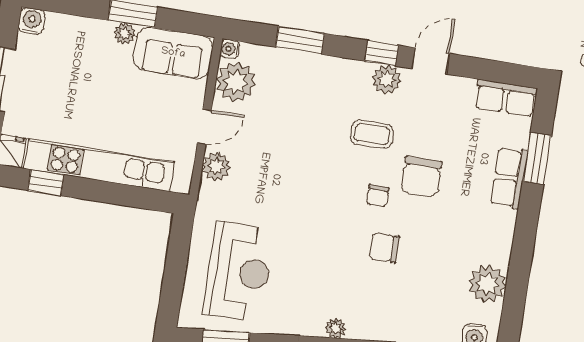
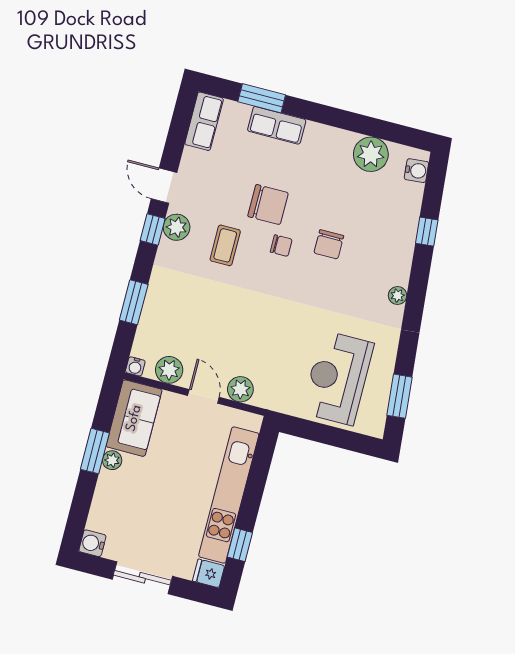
plant: (236, 82) -> (169, 370), width x0.73, depth x0.73
reception desk: (239, 272) -> (338, 378), turned -90

